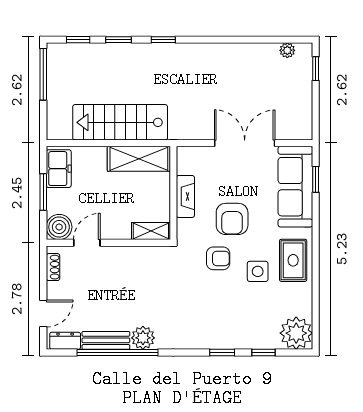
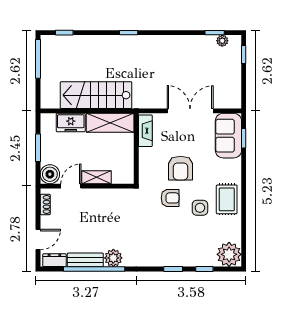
window: (119, 40) -> (215, 33), moved
freezer: (59, 169) -> (71, 123), moved, turned 90
sofa: (295, 187) -> (228, 136), width x0.73
fireplace: (185, 196) -> (145, 131), moved
shelving: (151, 231) -> (97, 177), moved

